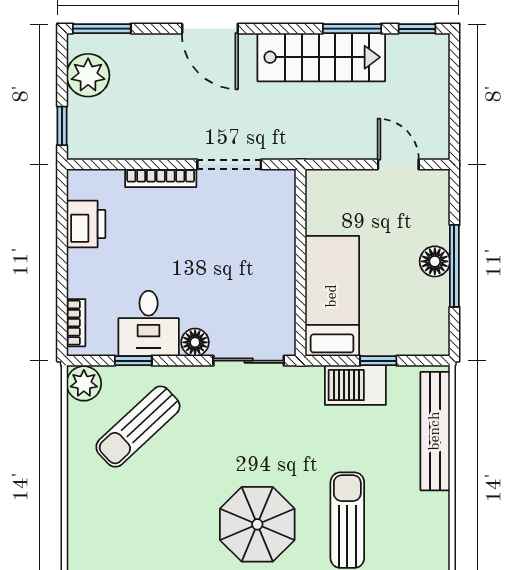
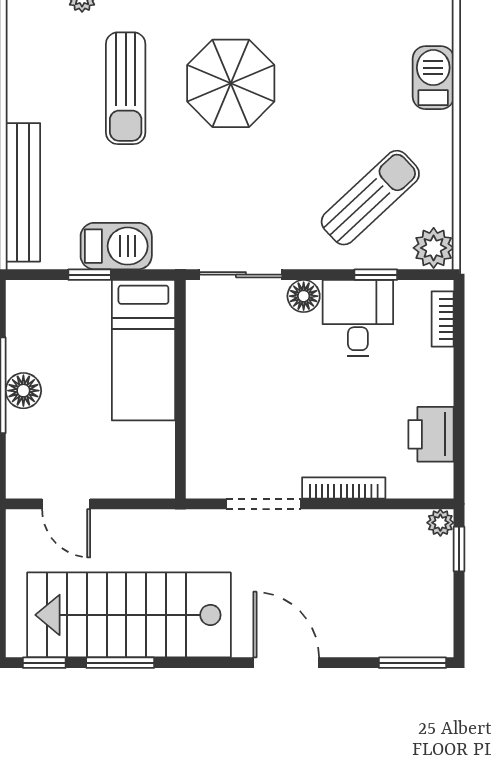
stairs: (321, 57) -> (129, 615), width x1.36, depth x1.51
plant: (88, 75) -> (440, 523), moved, width x0.53, depth x0.53
barbecue: (84, 529) -> (433, 78), added

